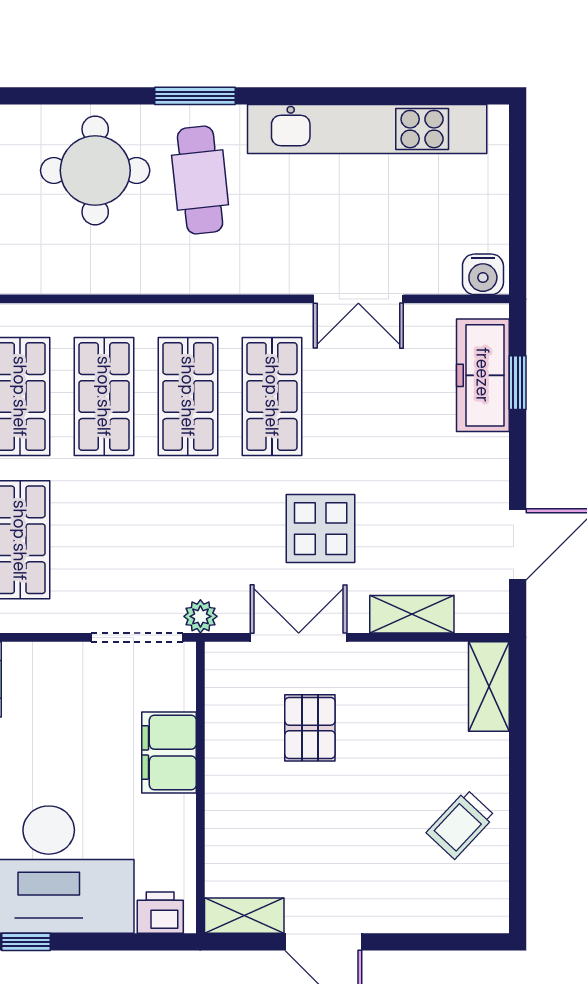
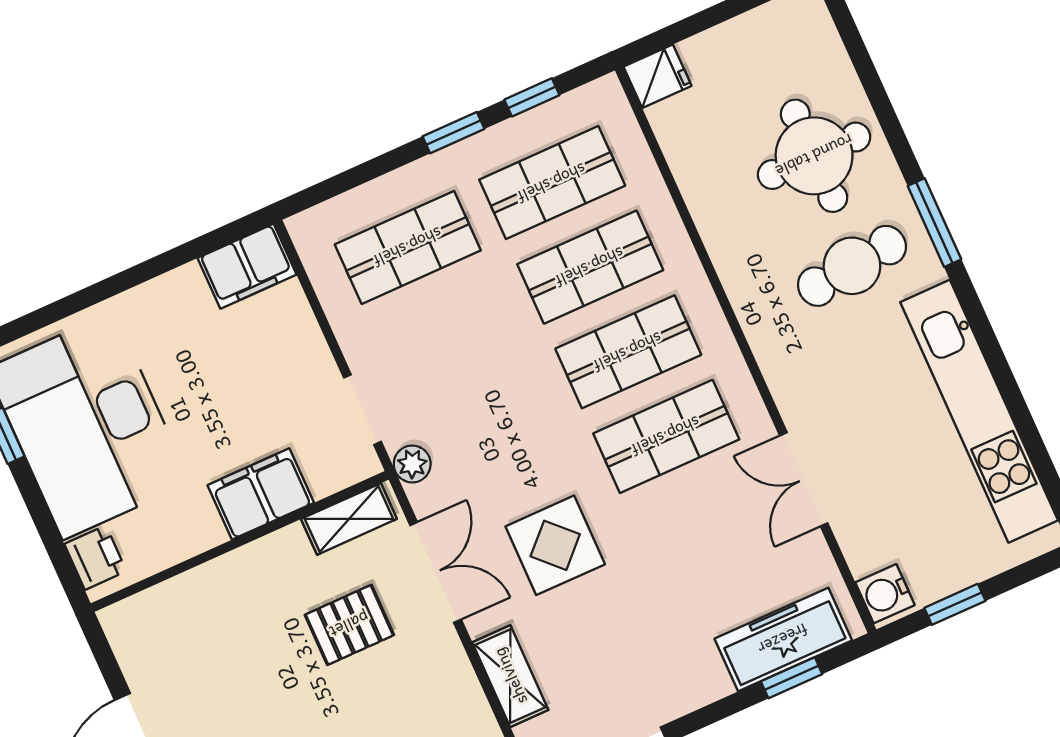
window: (518, 221) -> (955, 604), added
doorway: (137, 637) -> (362, 410), width x0.73
shelving: (244, 916) -> (349, 519), moved, turned 90

